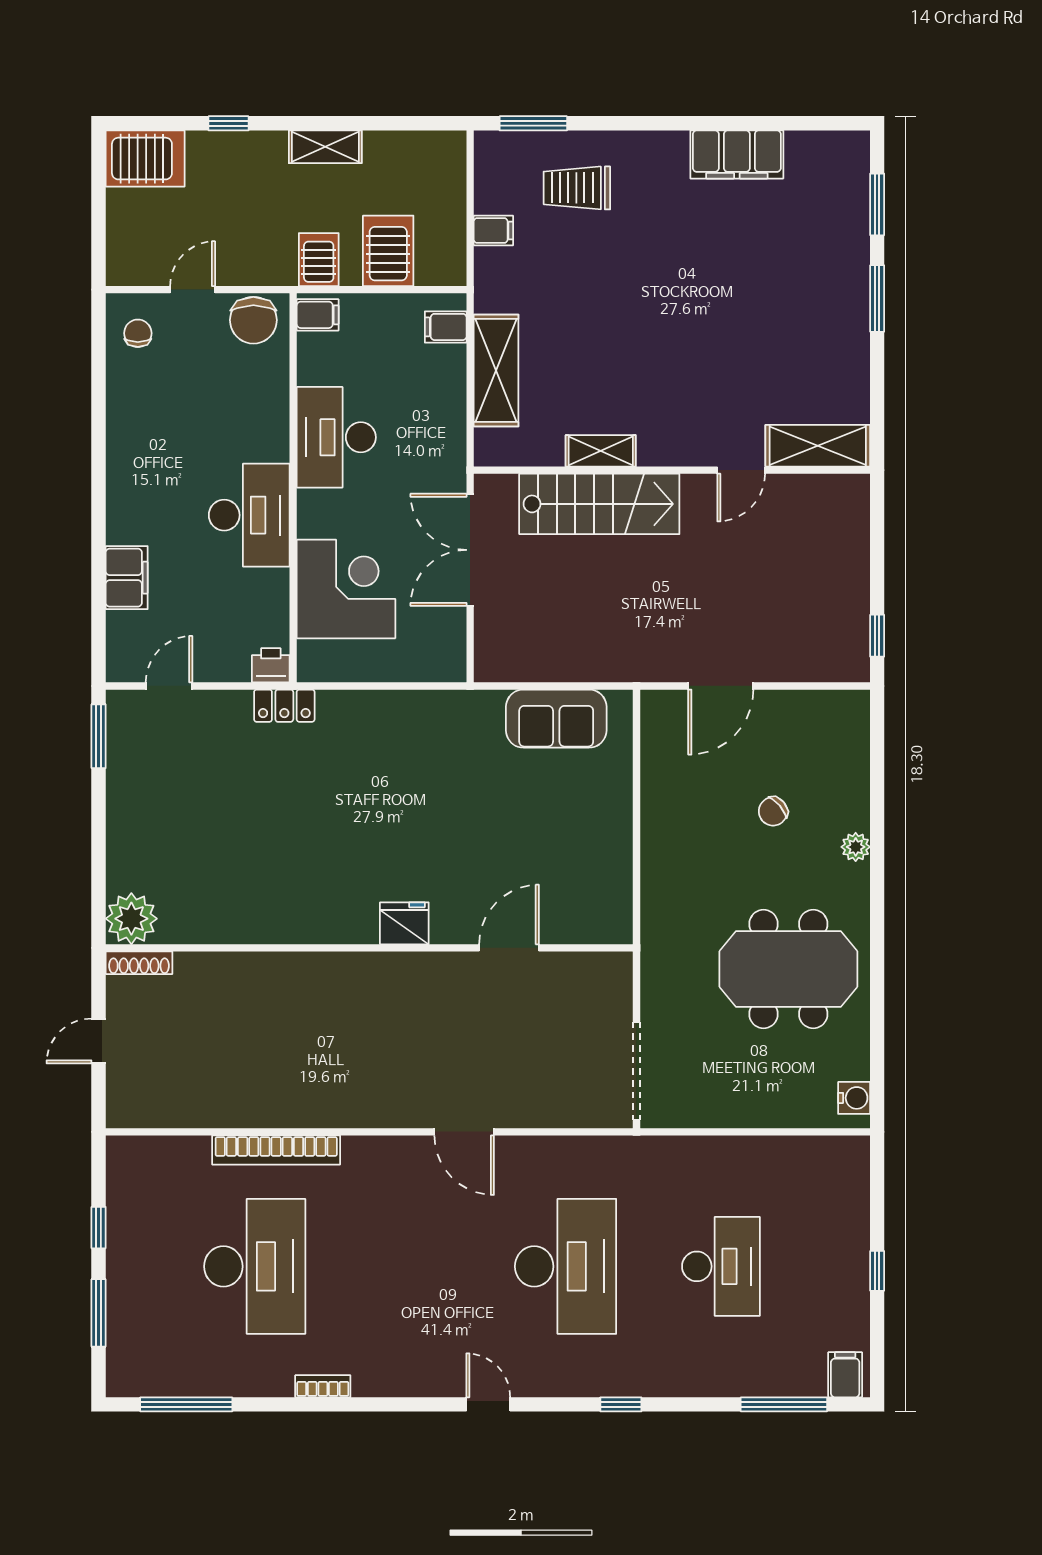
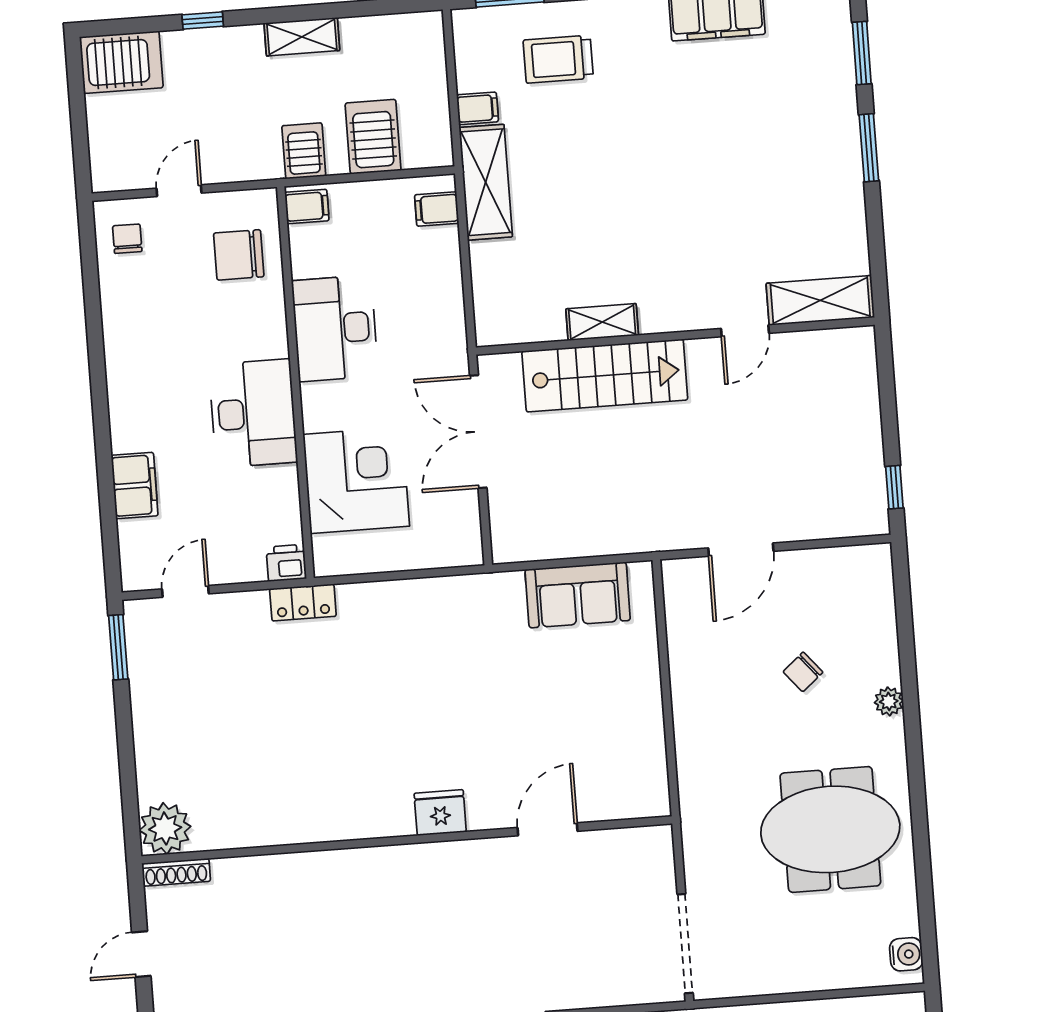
chair: (253, 320) -> (239, 255), moved, turned 90
shelving: (496, 370) -> (486, 182), moved

